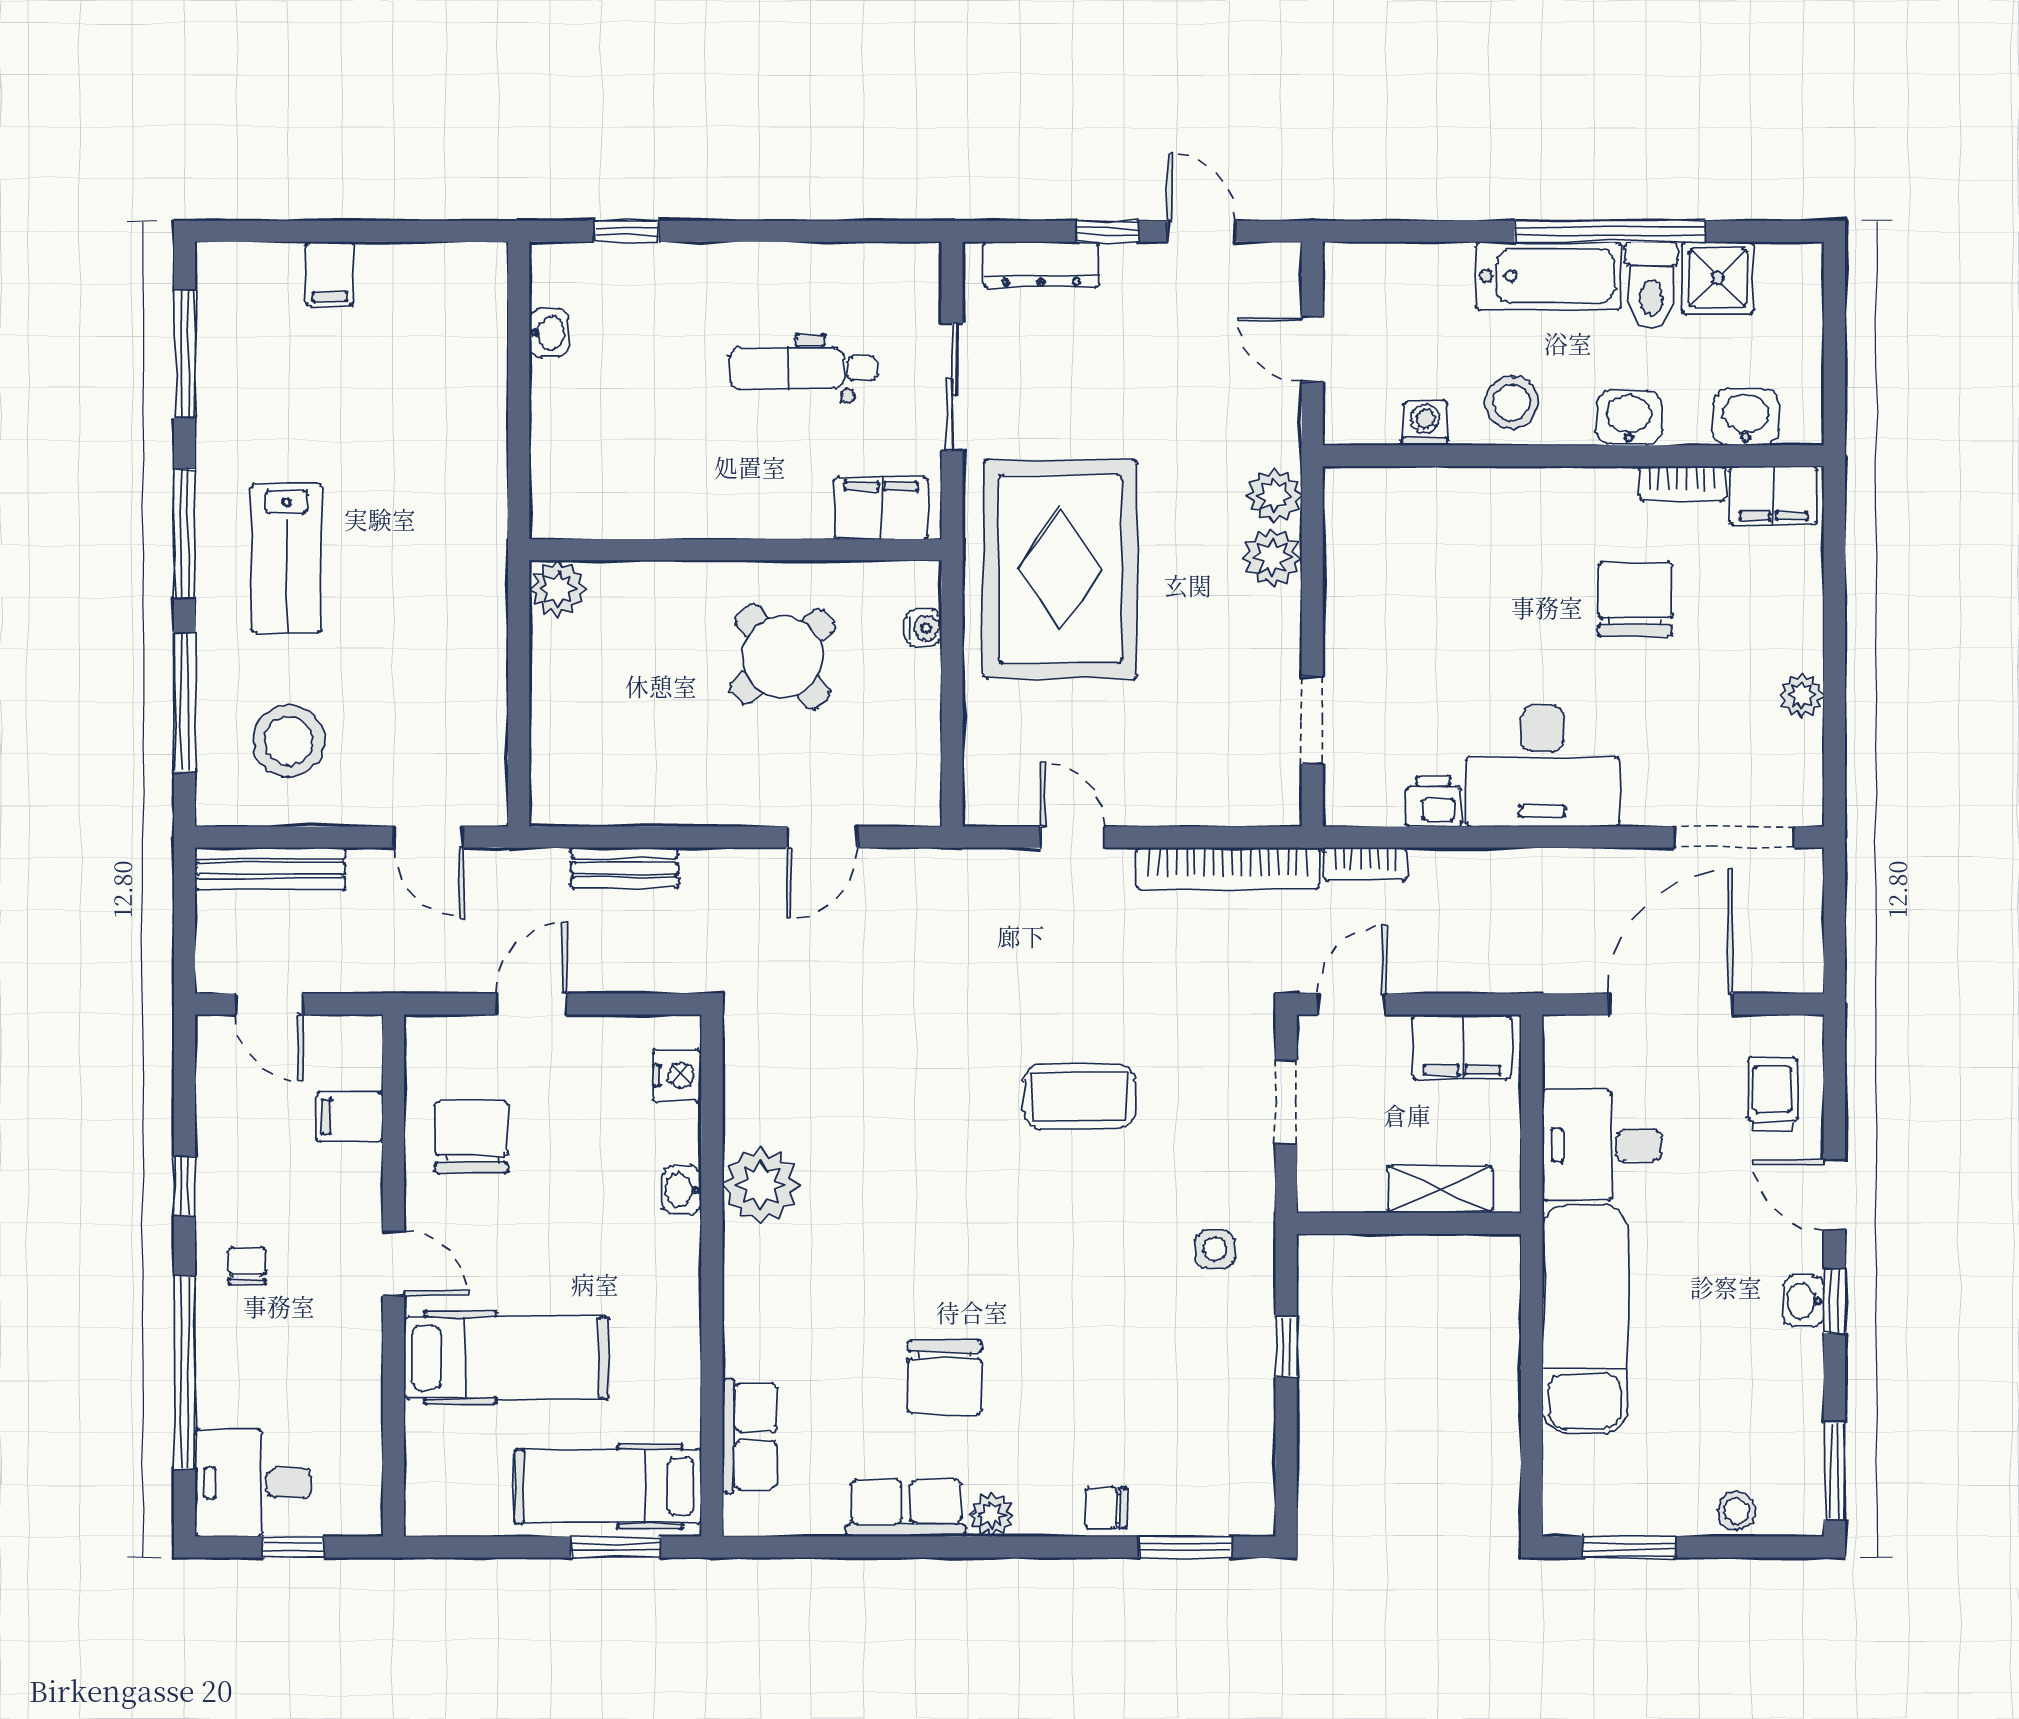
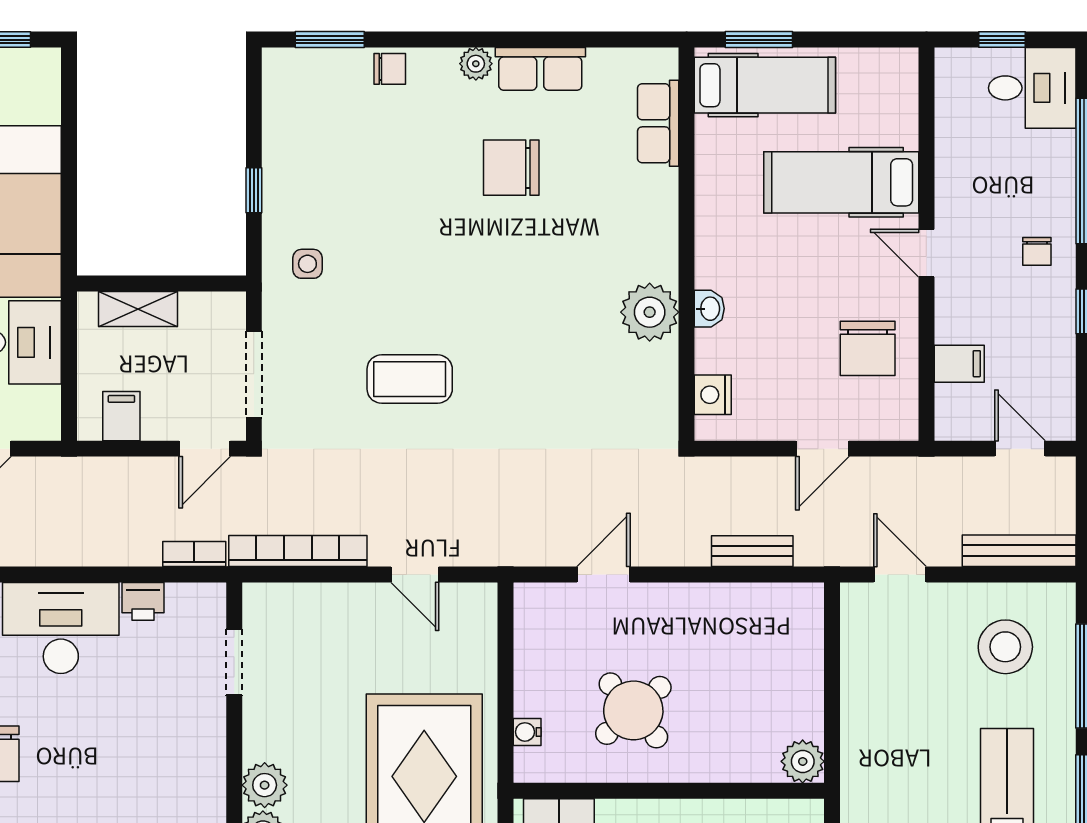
filing cabinet: (1462, 1047) -> (121, 416), width x0.50
doorway: (1286, 1102) -> (254, 375), width x1.38
chair: (945, 1377) -> (511, 168), turned -90

